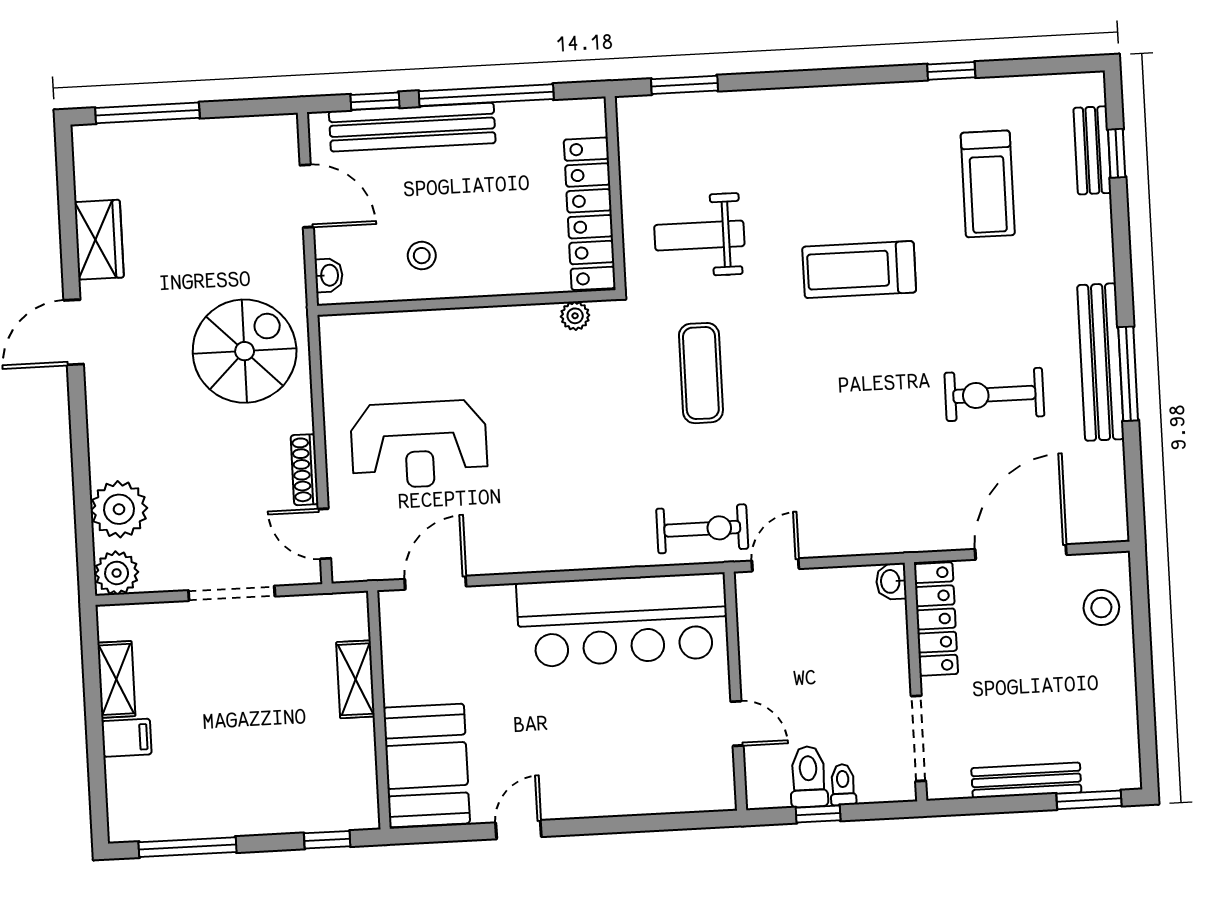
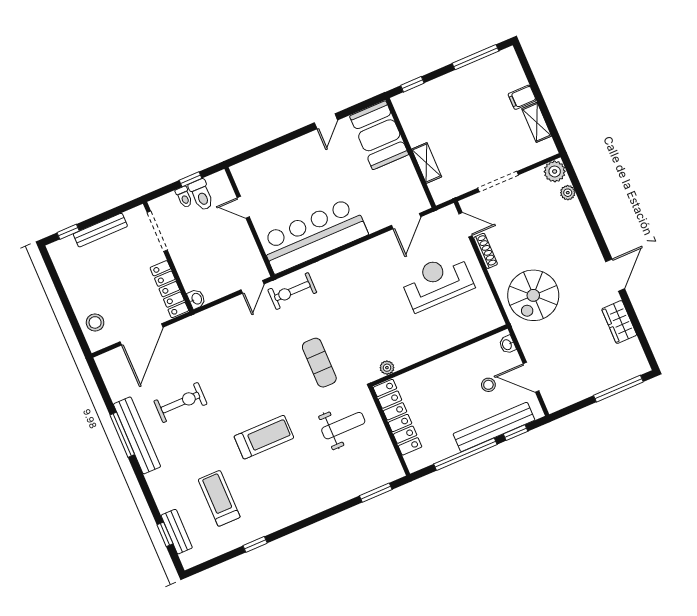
stool: (422, 256) -> (488, 385), moved
plant: (119, 509) -> (568, 193), width x0.53, depth x0.53
window: (1089, 800) -> (68, 232), width x0.67

